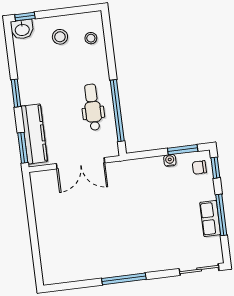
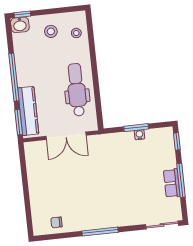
window: (16, 93) -> (14, 77), width x2.11
dental chair: (93, 107) -> (77, 90), width x1.36, depth x1.38
window: (117, 111) -> (97, 93), removed
window: (183, 150) -> (136, 128), moved
chair: (199, 167) -> (57, 222), moved

